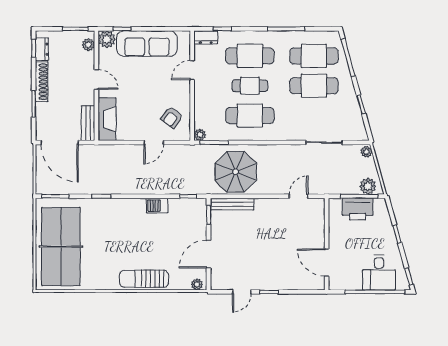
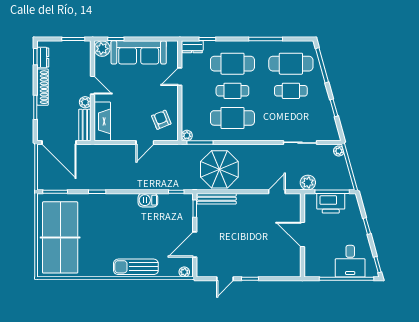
plant: (88, 45) -> (85, 102), moved
cafe table: (314, 86) -> (291, 91), width x0.73, depth x0.74
armchair: (172, 117) -> (161, 120), turned 121
plant: (368, 186) -> (308, 183), moved
door: (327, 263) -> (302, 235), moved

